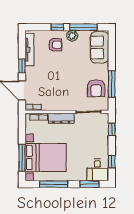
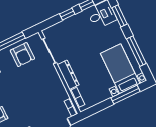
armchair: (96, 88) -> (22, 55), turned 90
window: (112, 130) -> (67, 14), moved
bed with nightstands: (46, 157) -> (120, 69), width x0.73

